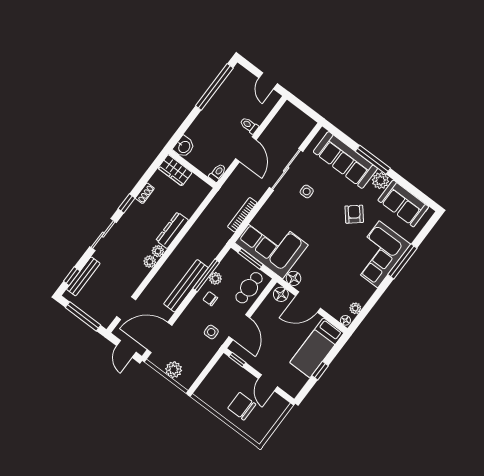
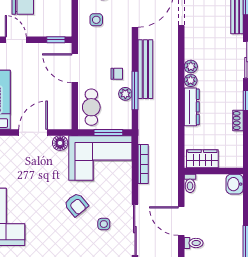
wardrobe: (175, 170) -> (202, 159), moved
armchair: (354, 214) -> (76, 205), moved
floor lamp: (281, 294) -> (61, 122), removed
side table: (211, 332) -> (96, 20), moved

